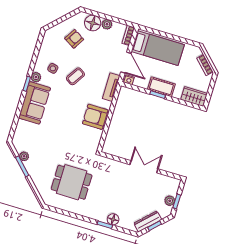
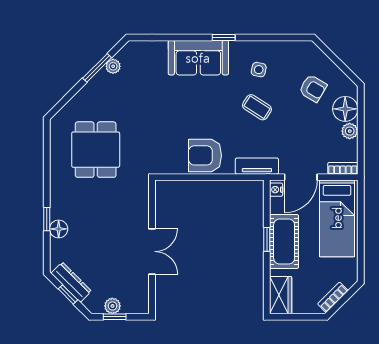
plant: (36, 77) -> (238, 48), removed
cot: (161, 87) -> (284, 242), width x1.37, depth x1.34
armchair: (95, 117) -> (205, 155), turned -90

